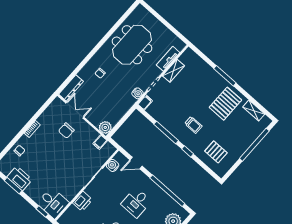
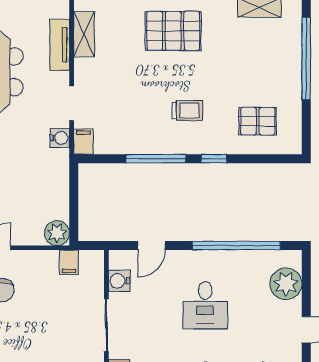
shelving: (173, 71) -> (84, 34), moved
pallet: (225, 104) -> (173, 31), moved, turned 90

